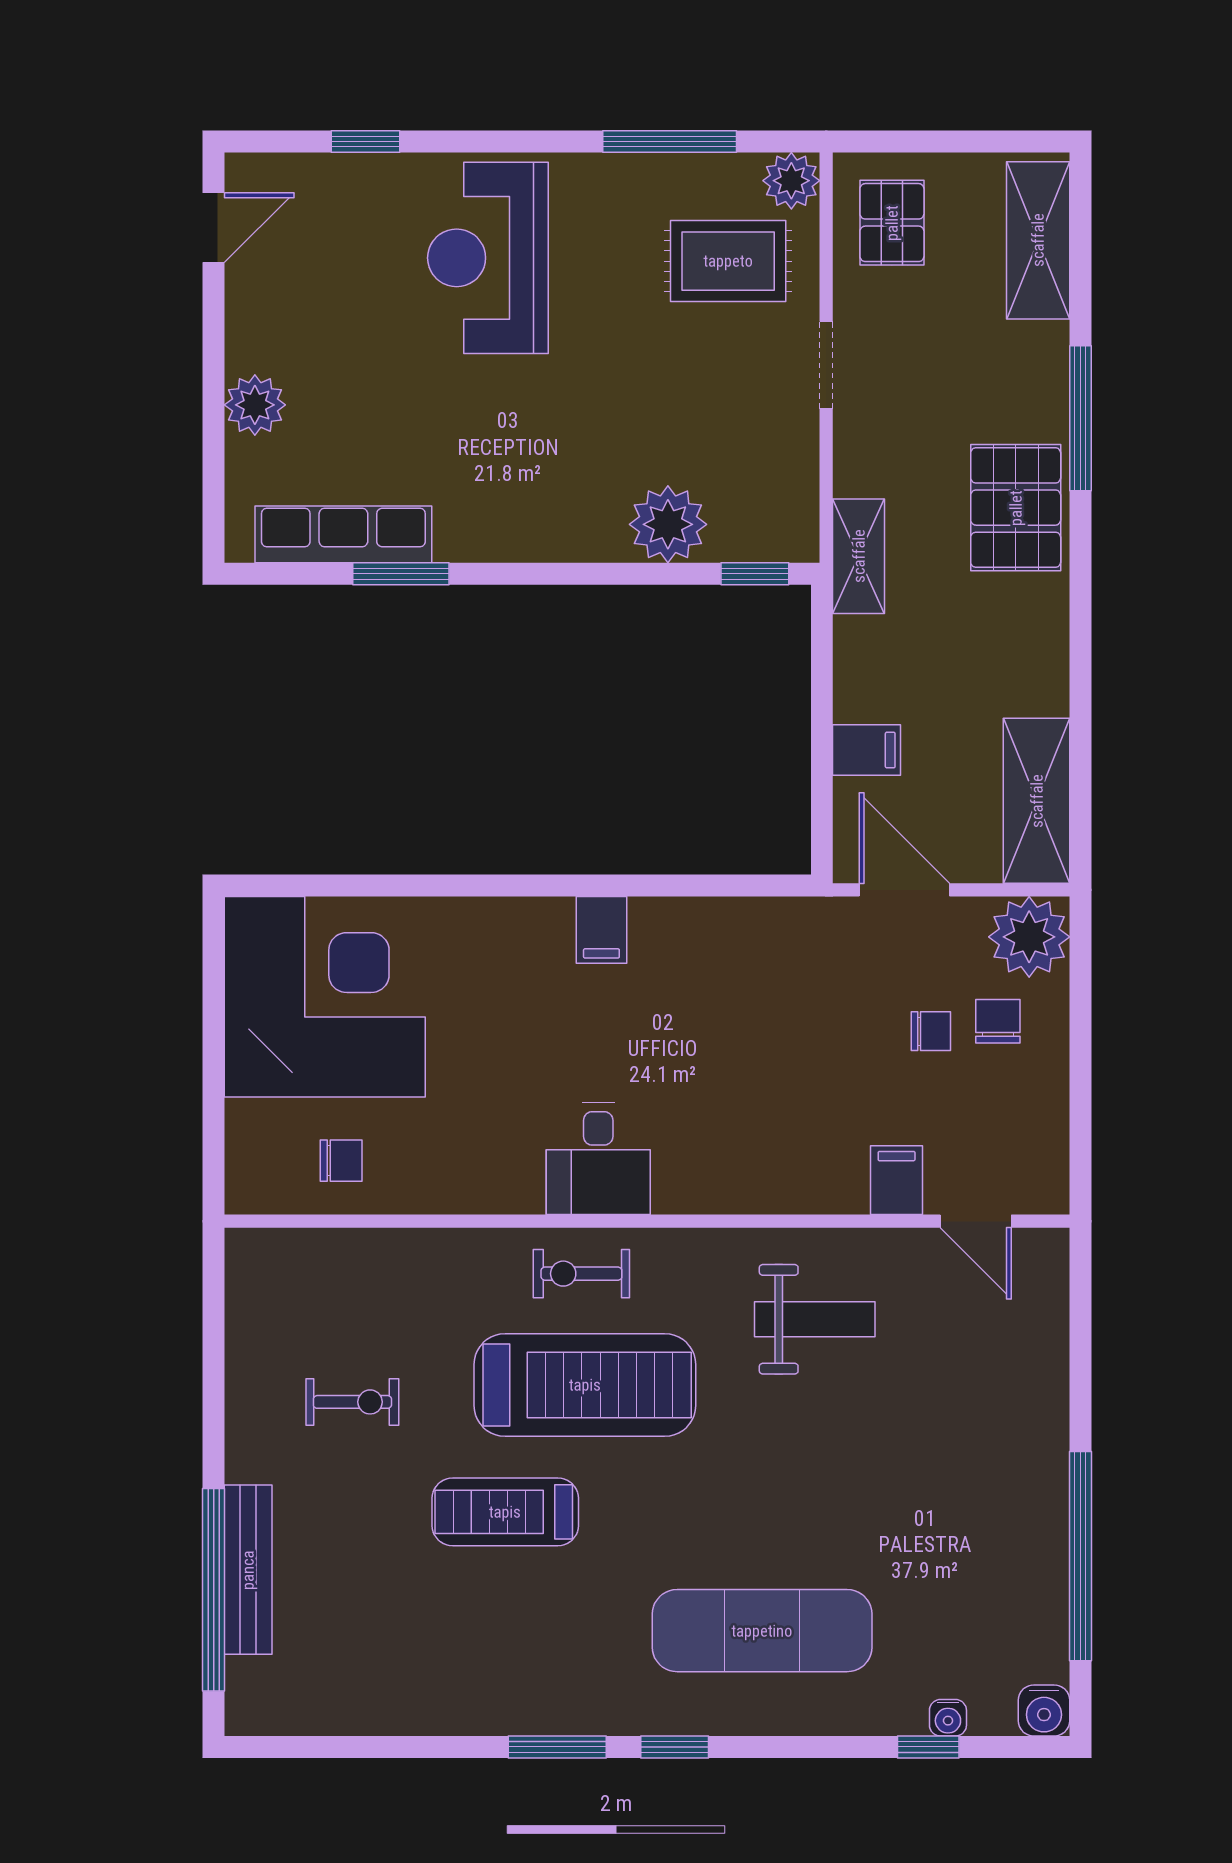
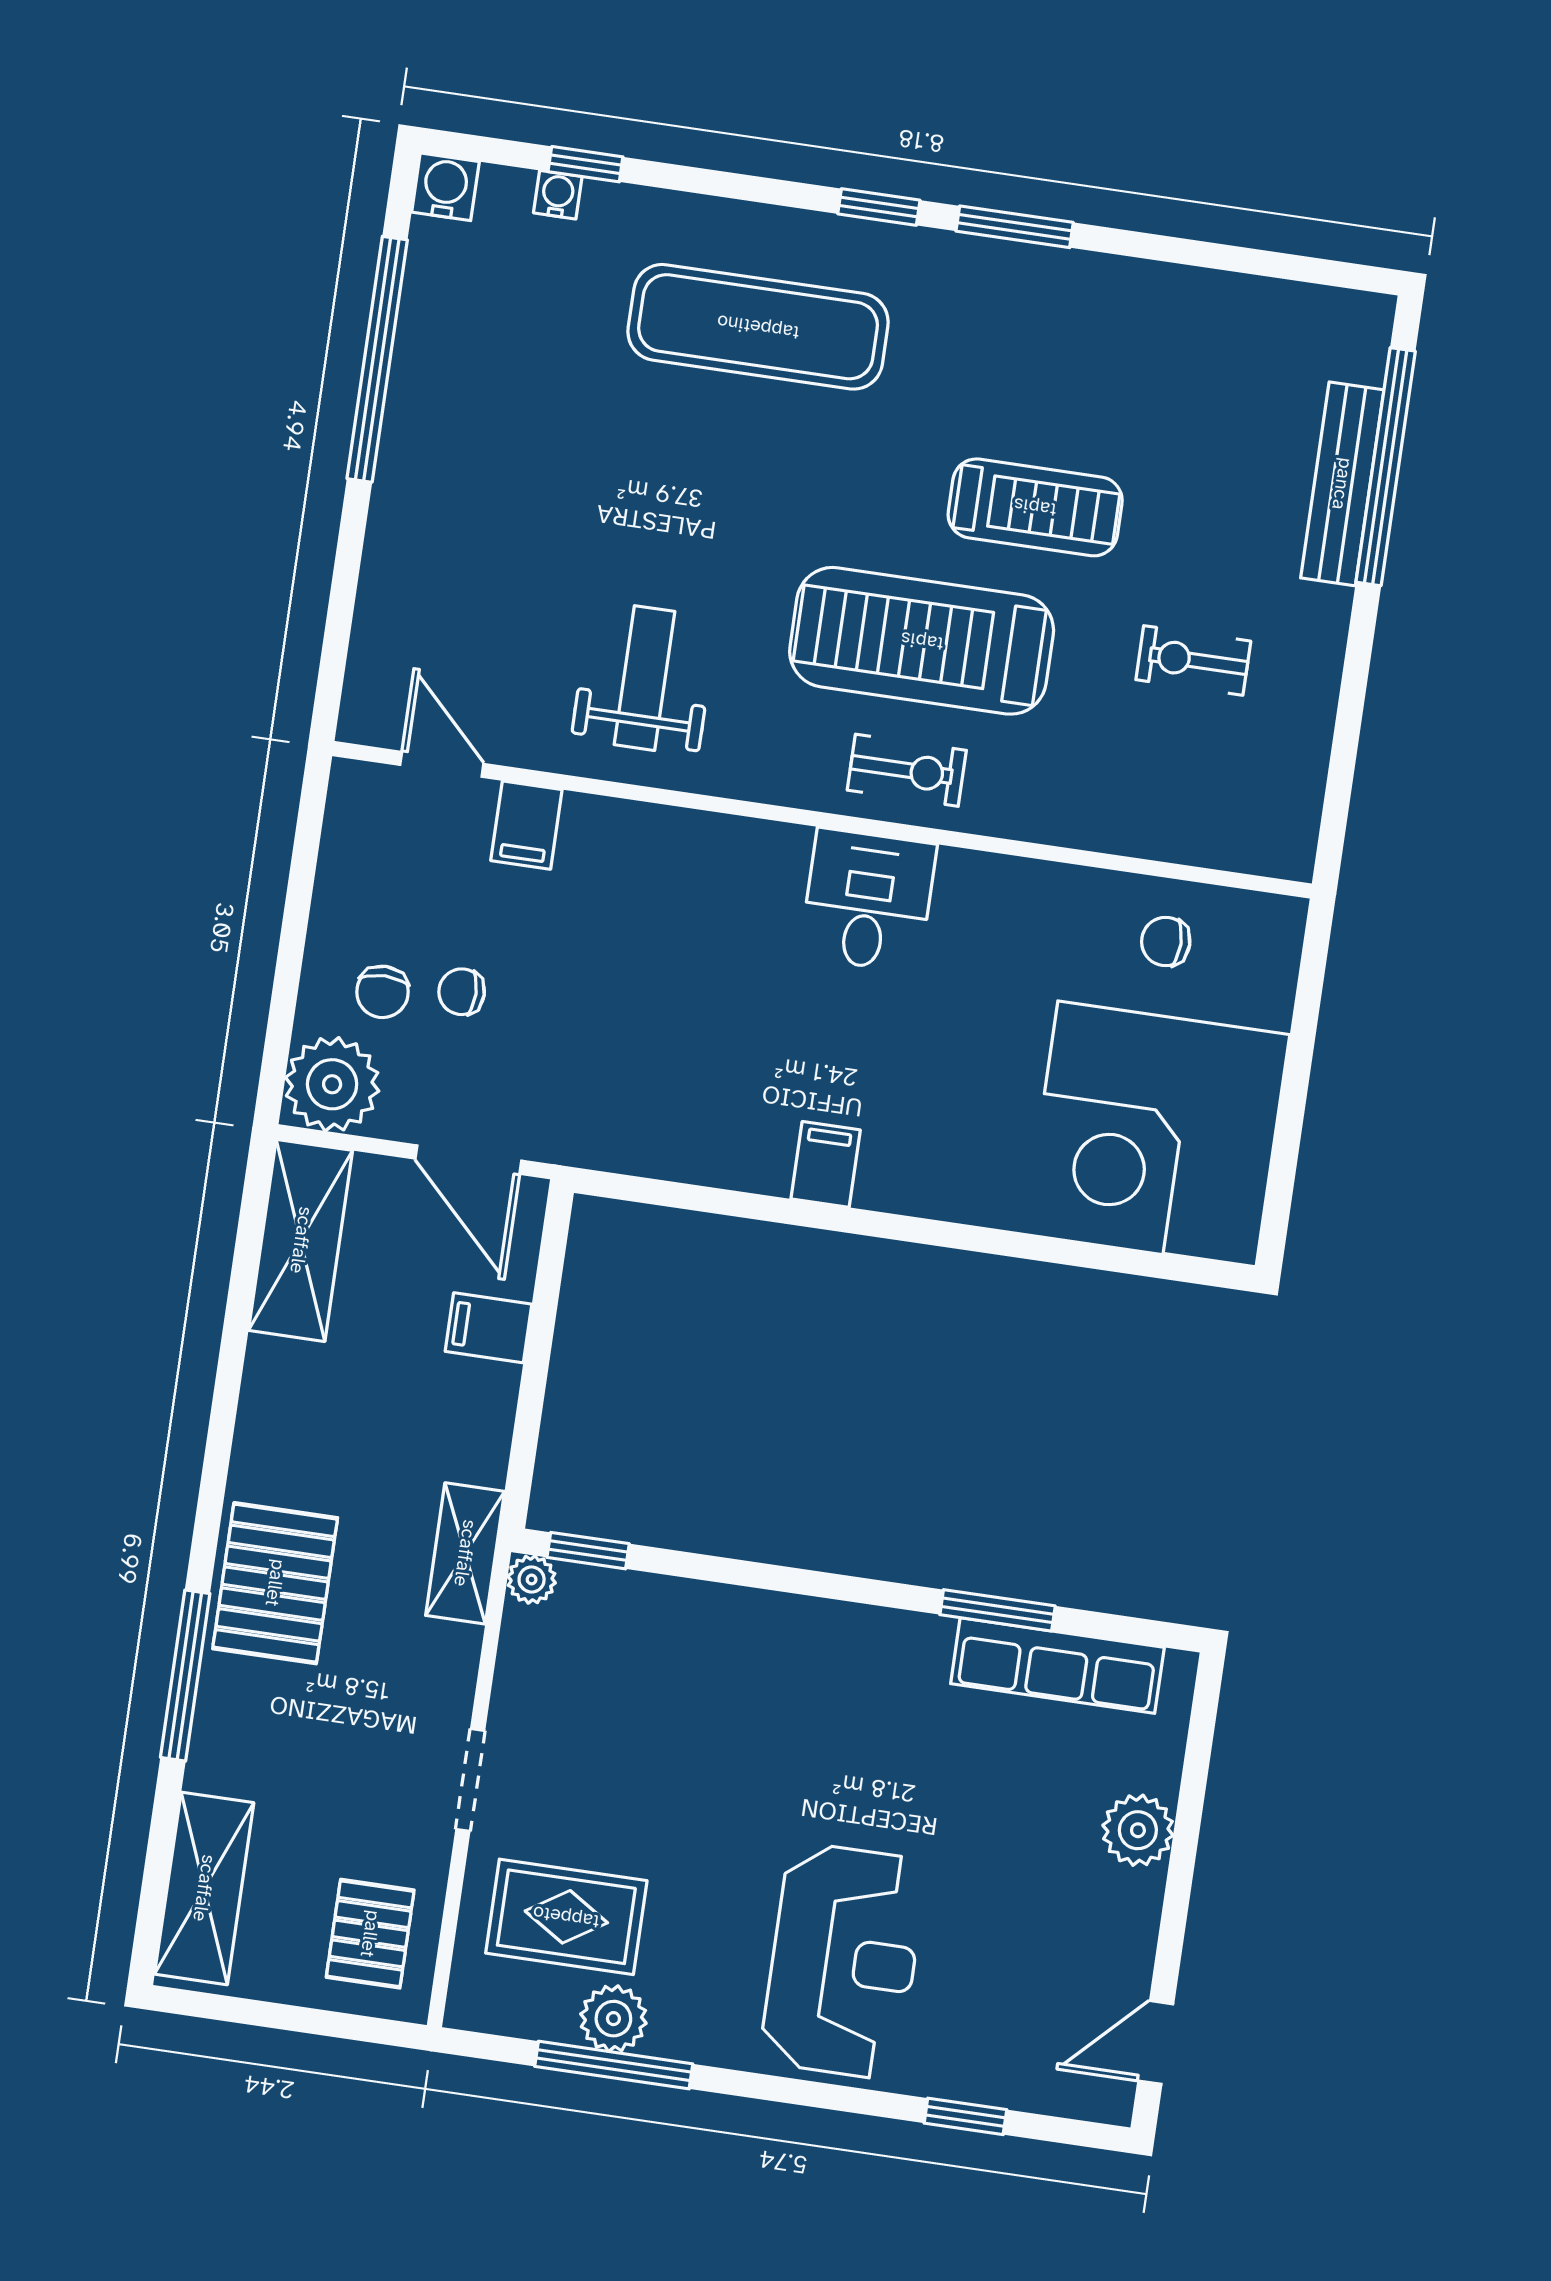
plant: (791, 181) -> (613, 2019), moved
plant: (668, 524) -> (532, 1579), moved, width x0.53, depth x0.53
weight bench: (815, 1319) -> (645, 678), turned 90

